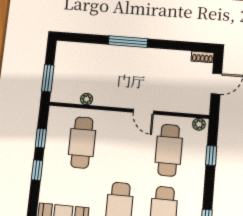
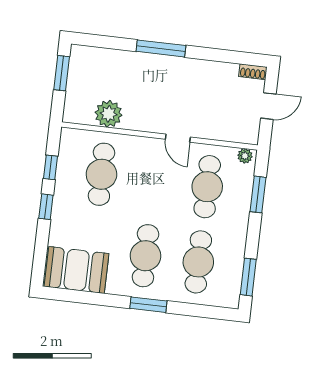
window: (48, 78) -> (62, 73), moved
plant: (87, 99) -> (109, 114), width x1.88, depth x1.88
window: (211, 155) -> (258, 194), width x1.50

